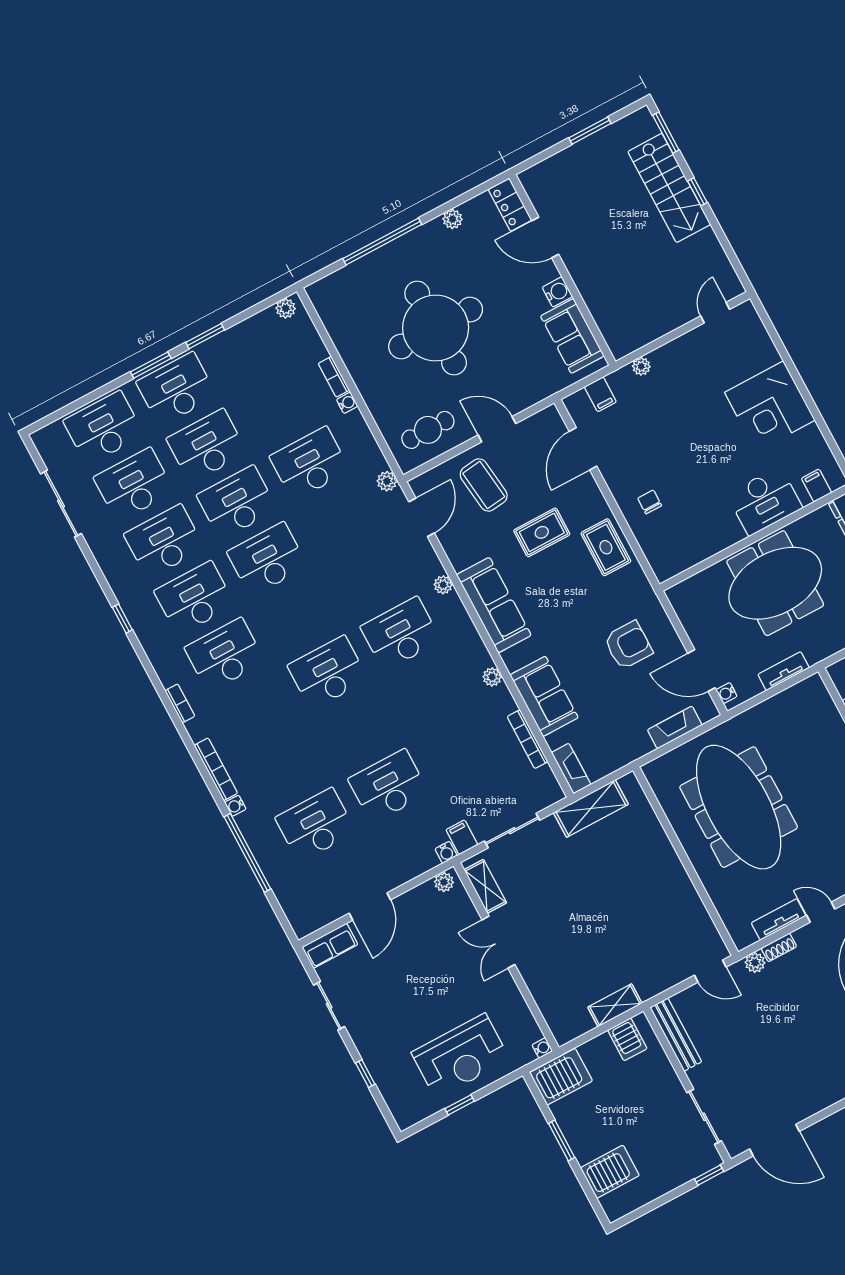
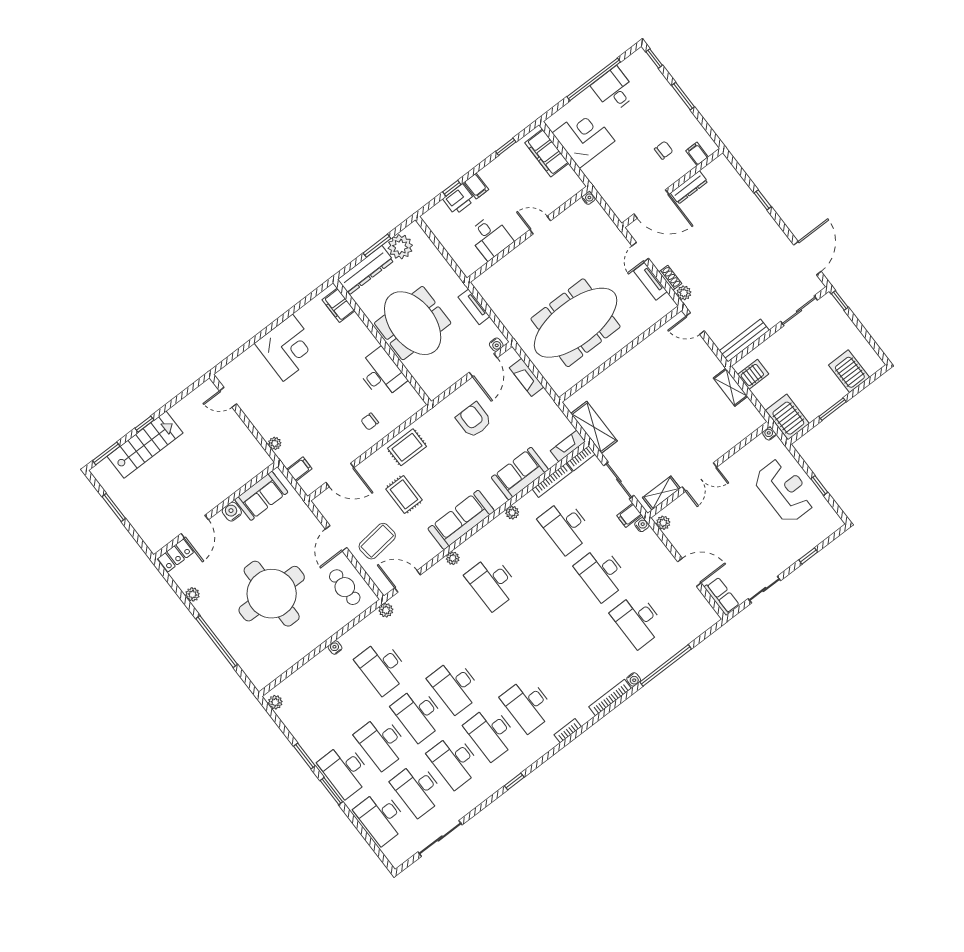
bookcase: (334, 377) -> (581, 458), moved
filing cabinet: (816, 485) -> (339, 305), width x2.00
desk: (765, 501) -> (381, 373), moved
desk: (328, 673) -> (566, 526), moved
door: (710, 971) -> (695, 324), swing flipped

